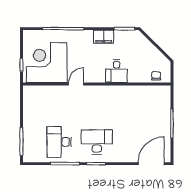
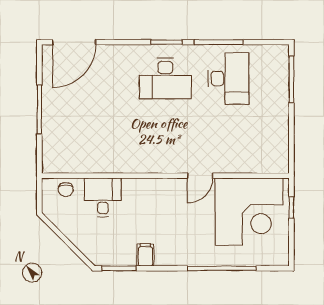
filing cabinet: (104, 37) -> (145, 255), width x0.50
desk: (117, 71) -> (103, 197), moved

